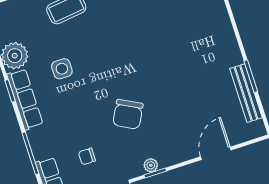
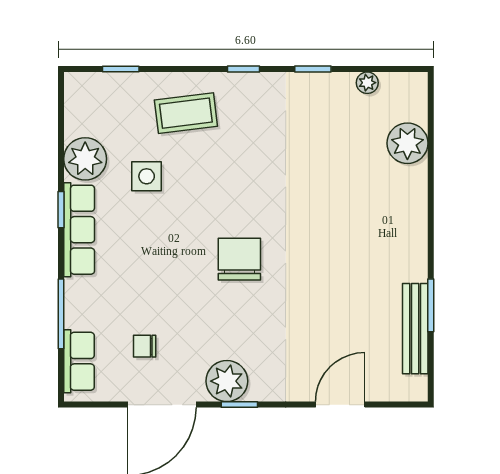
side table: (62, 69) -> (147, 176), moved
chair: (128, 114) -> (239, 259), moved, turned 152
plant: (151, 165) -> (227, 381), width x1.87, depth x1.87

